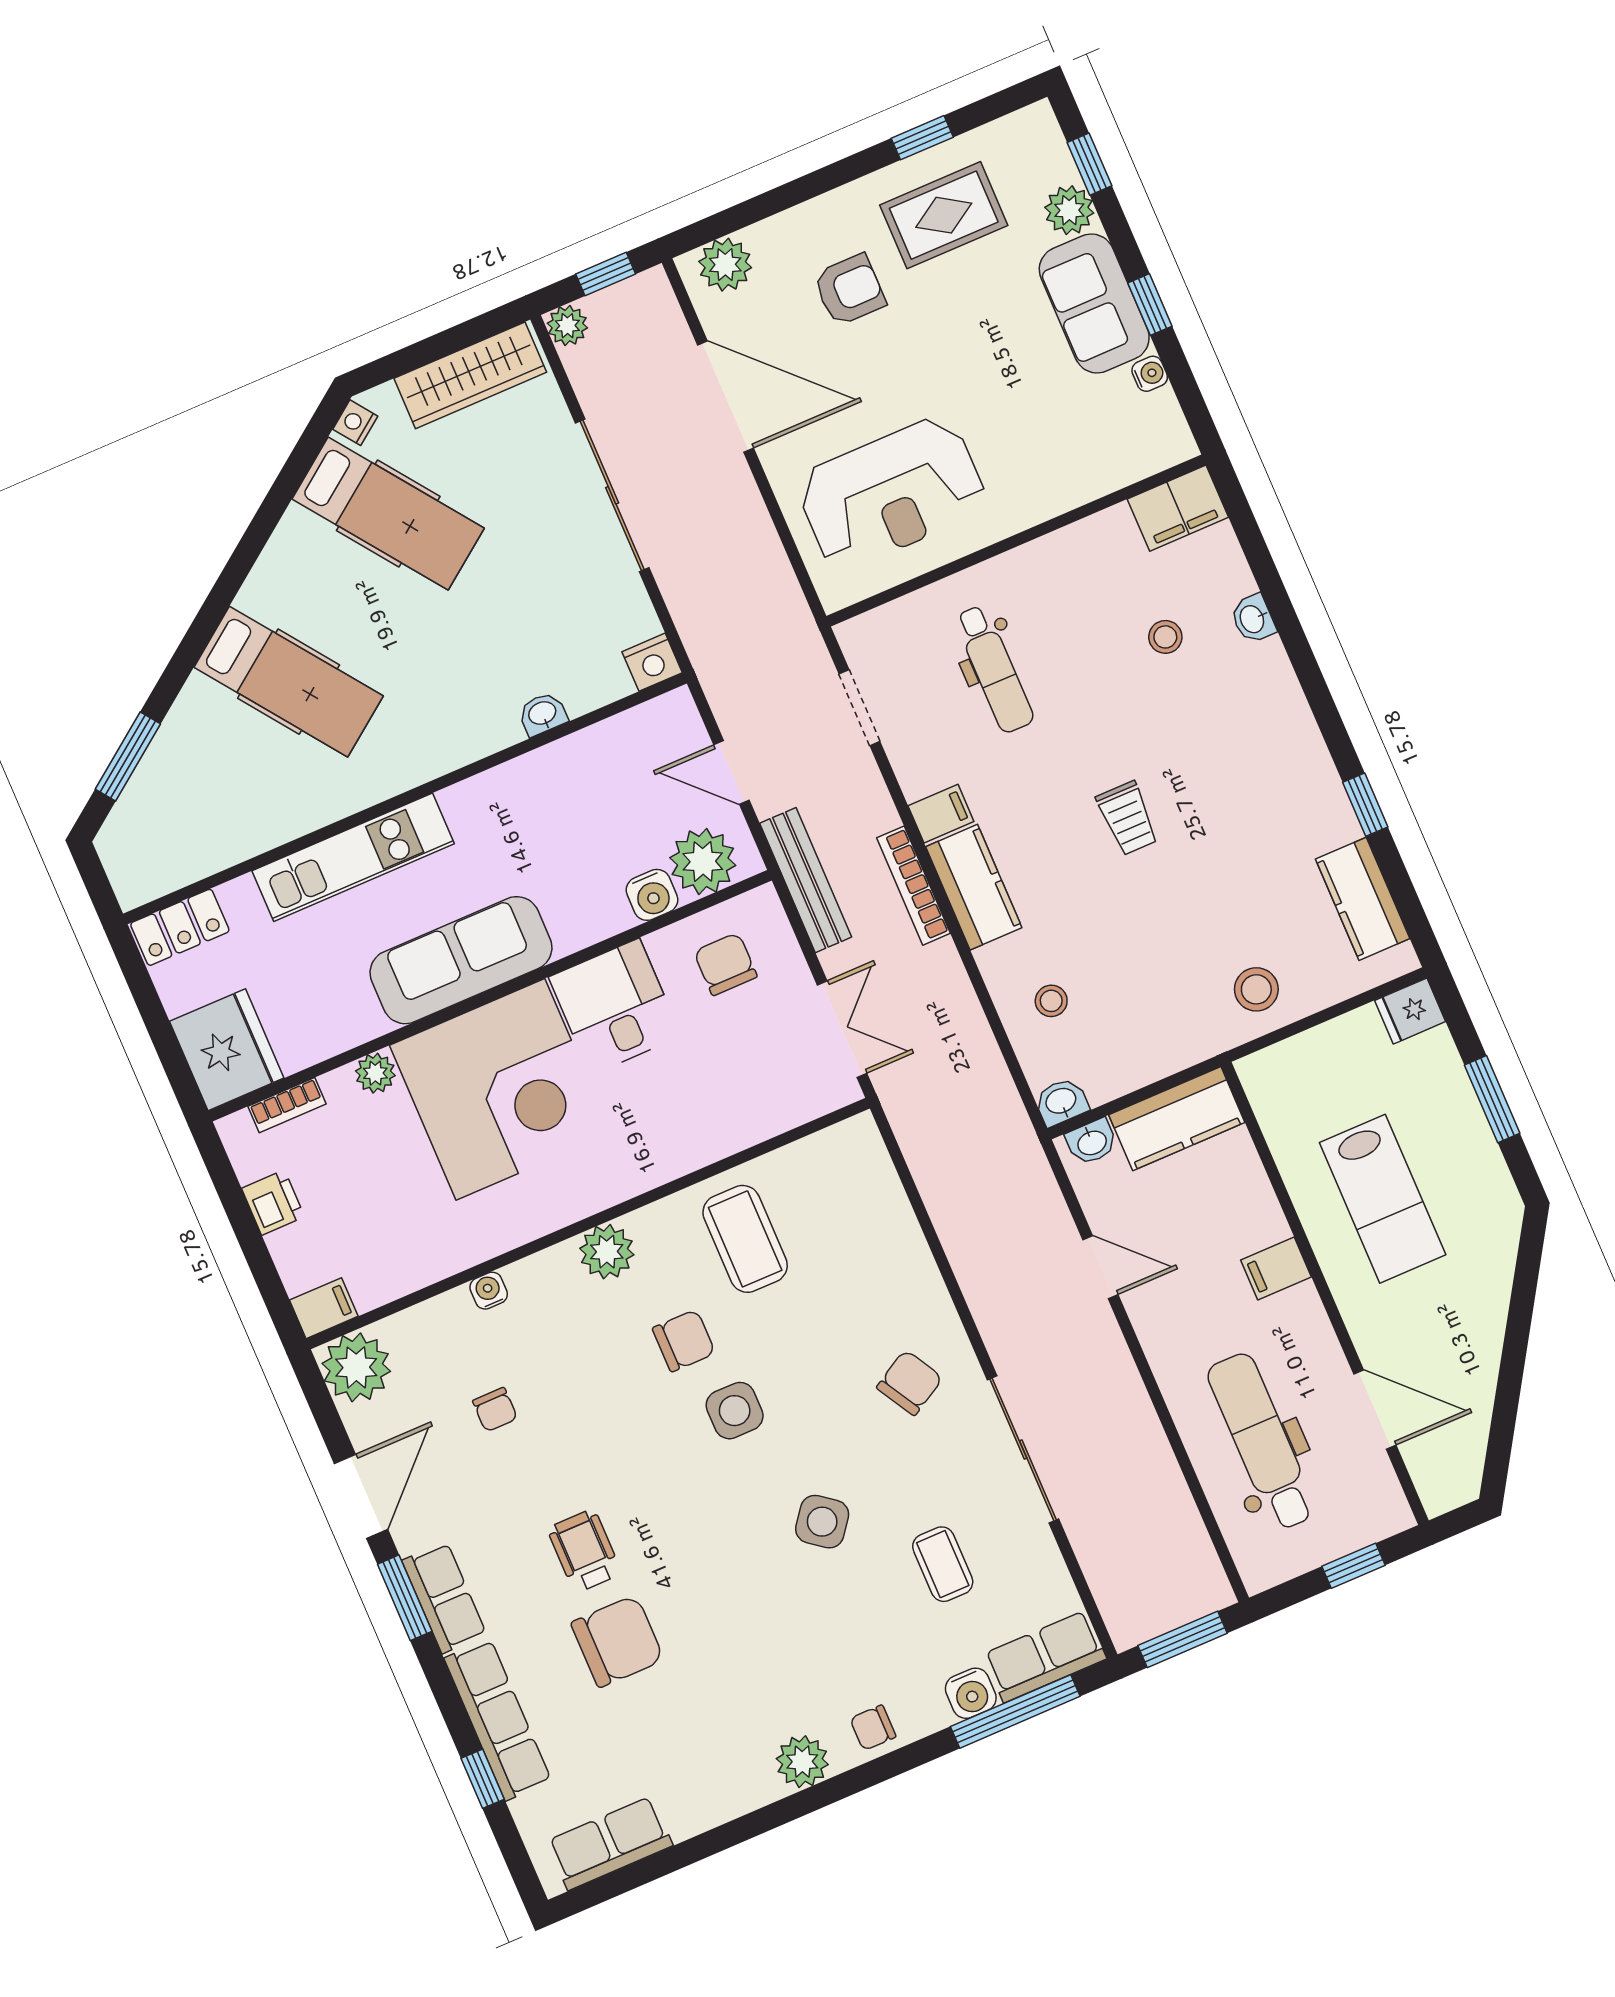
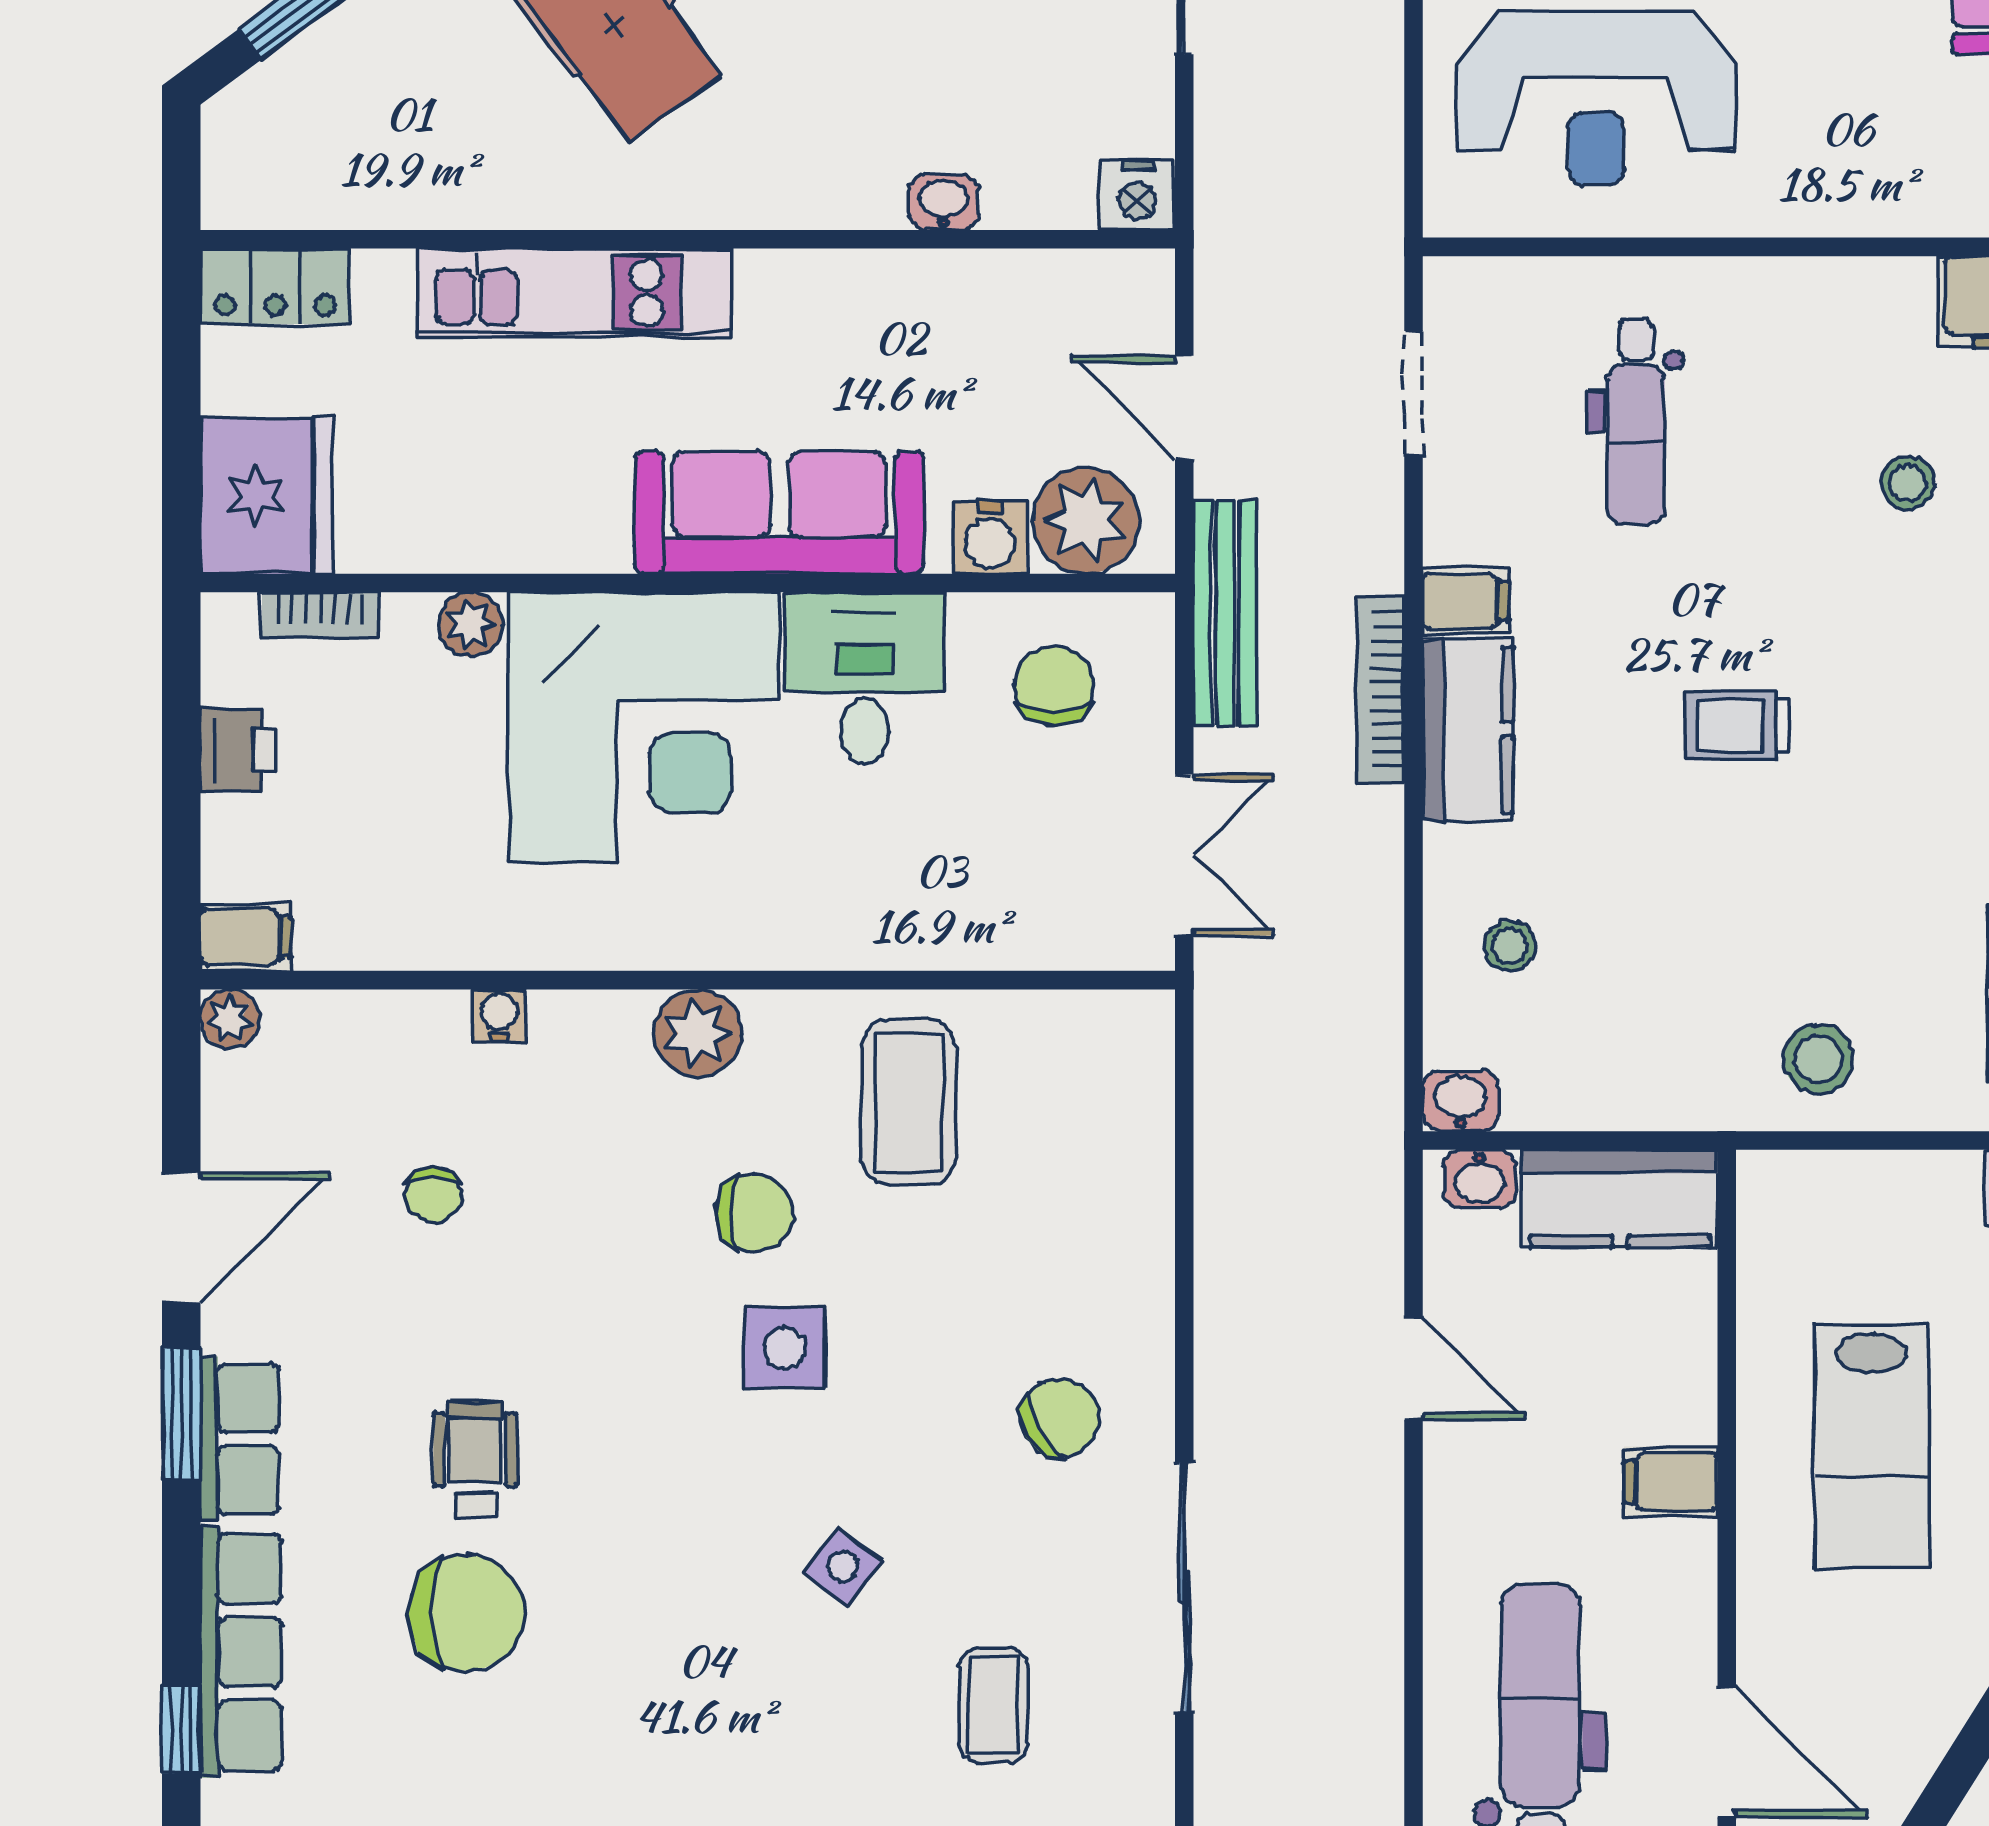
trolley: (1128, 818) -> (1738, 726), turned 90
sofa: (461, 960) -> (779, 512), moved
plant: (356, 1367) -> (230, 1019), width x0.53, depth x0.53
side table: (822, 1522) -> (843, 1566), width x0.73, depth x0.73

